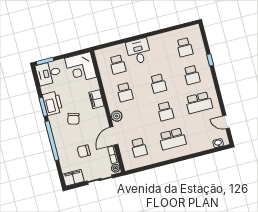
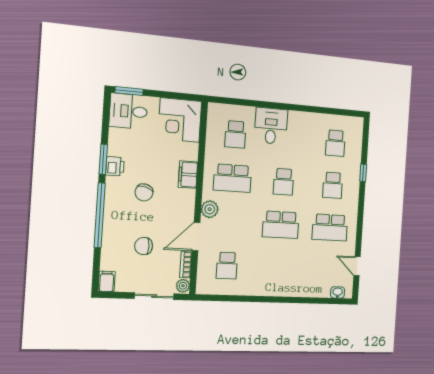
school desk: (125, 92) -> (233, 178), width x1.85
printer: (53, 103) -> (115, 166), width x0.53, depth x0.68
school desk: (165, 111) -> (281, 225), width x1.85
school desk: (172, 139) -> (278, 268), removed
filing cabinet: (73, 178) -> (107, 281), width x0.50

